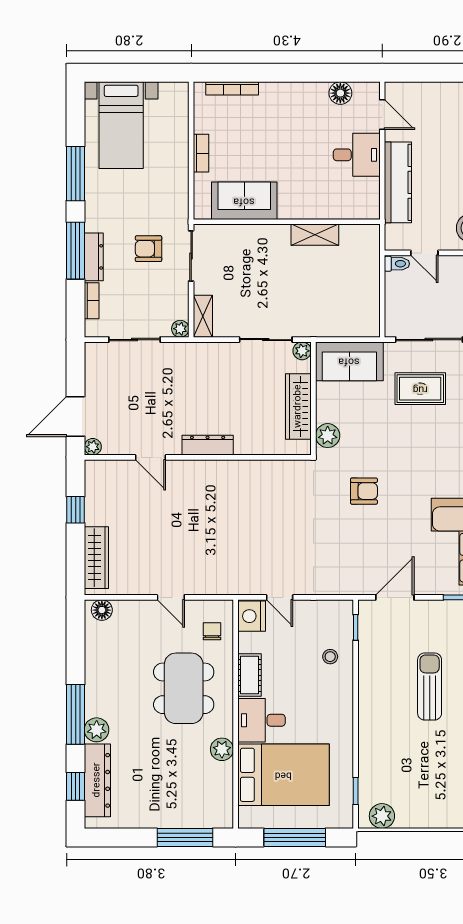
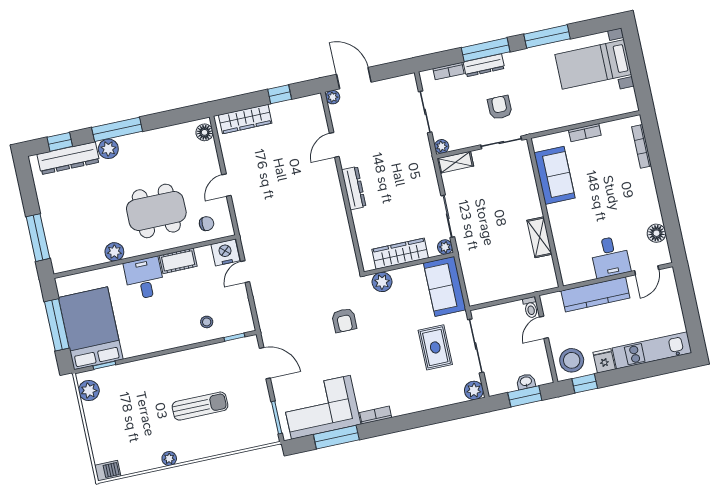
bed: (283, 775) -> (91, 328), moved, turned 180

